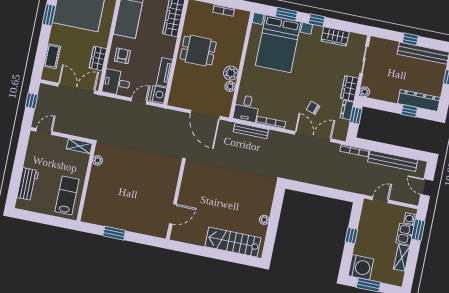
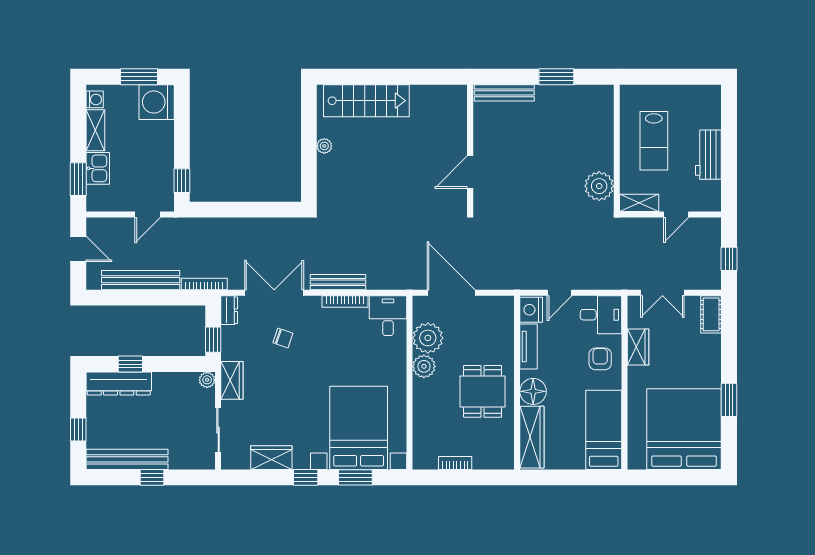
floor lamp: (167, 44) -> (533, 391), added
dining table: (198, 51) -> (483, 391), turned 90
cot: (52, 56) -> (711, 314), moved
armchair: (122, 56) -> (600, 359), turned 180
plant: (230, 86) -> (428, 338), width x1.87, depth x1.87
double door: (76, 88) -> (662, 293), width x0.73
dresser: (347, 110) -> (229, 310), moved
door: (44, 131) -> (676, 215), moved
bench: (251, 131) -> (338, 282), moved
double door: (313, 137) -> (274, 293), swing flipped
plant: (97, 160) -> (599, 186), width x1.88, depth x1.88
workbench: (28, 184) -> (708, 155), moved
lab bench: (67, 195) -> (654, 141), moved
door: (173, 214) -> (470, 172), moved
washing machine: (410, 219) -> (95, 99), moved
bench: (148, 230) -> (504, 93), added
window: (351, 236) -> (182, 181), moved

